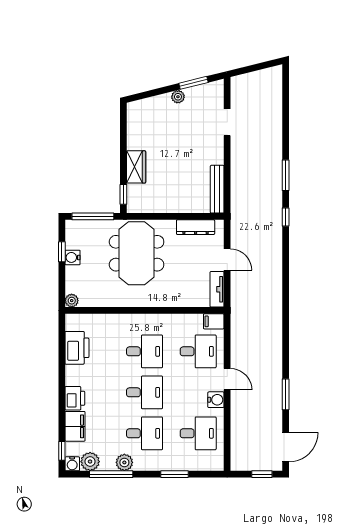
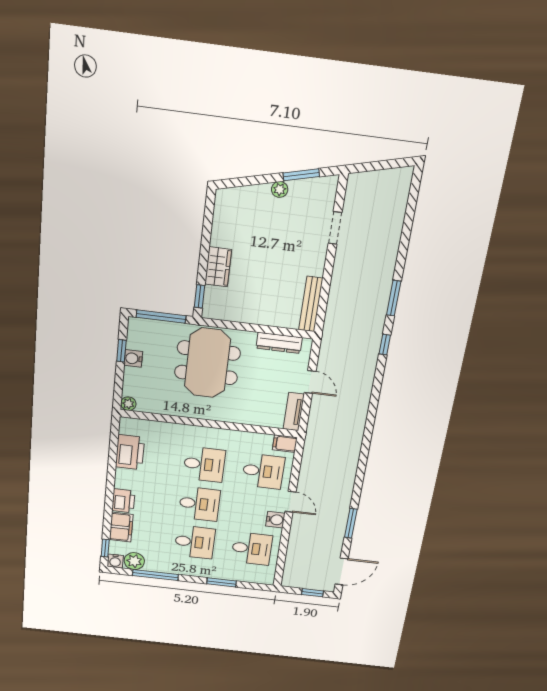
plant: (124, 462) -> (170, 566), removed

